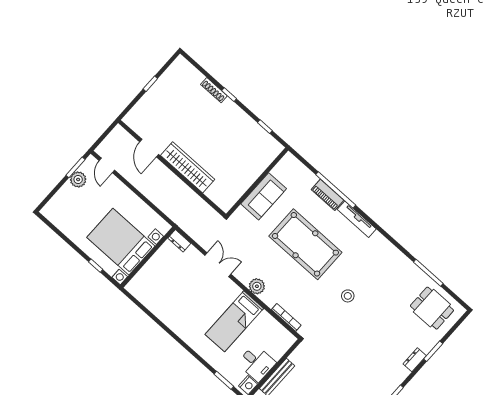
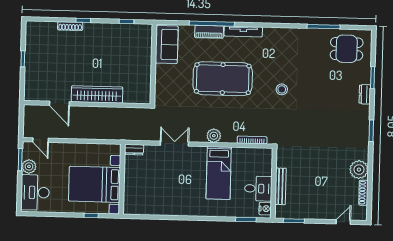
sofa: (264, 196) -> (167, 45), moved
desk: (65, 206) -> (35, 192), added

